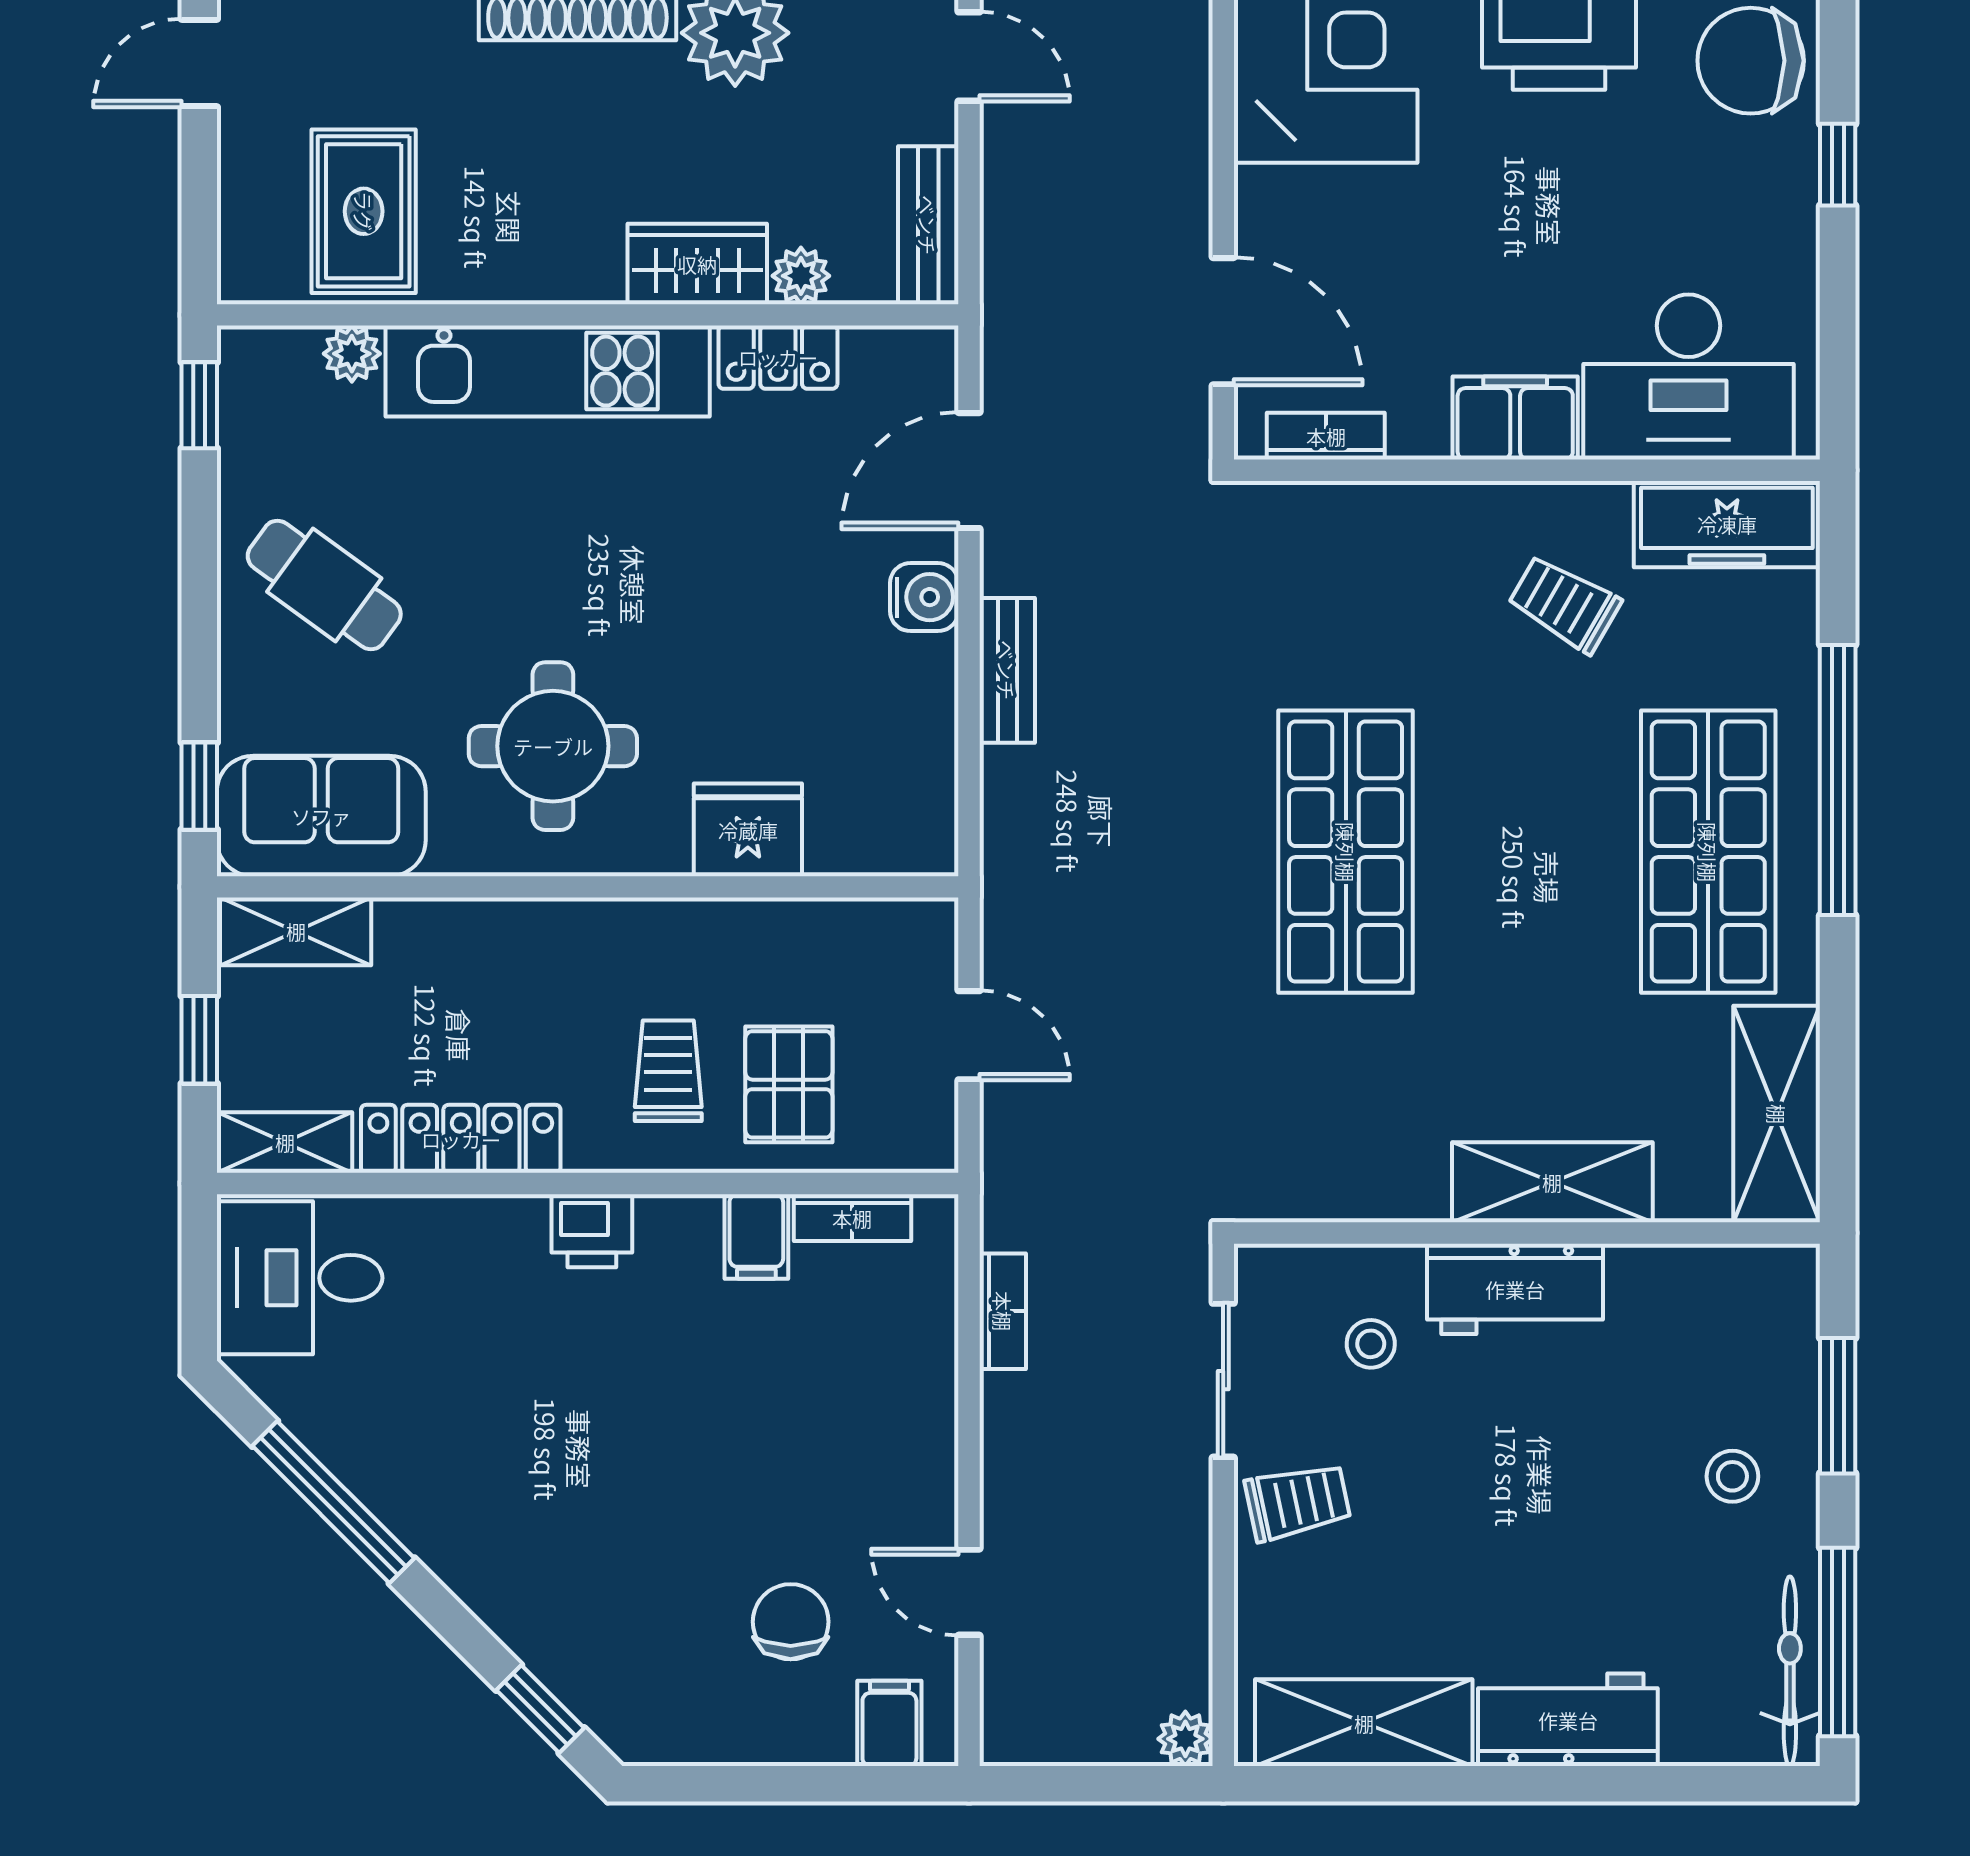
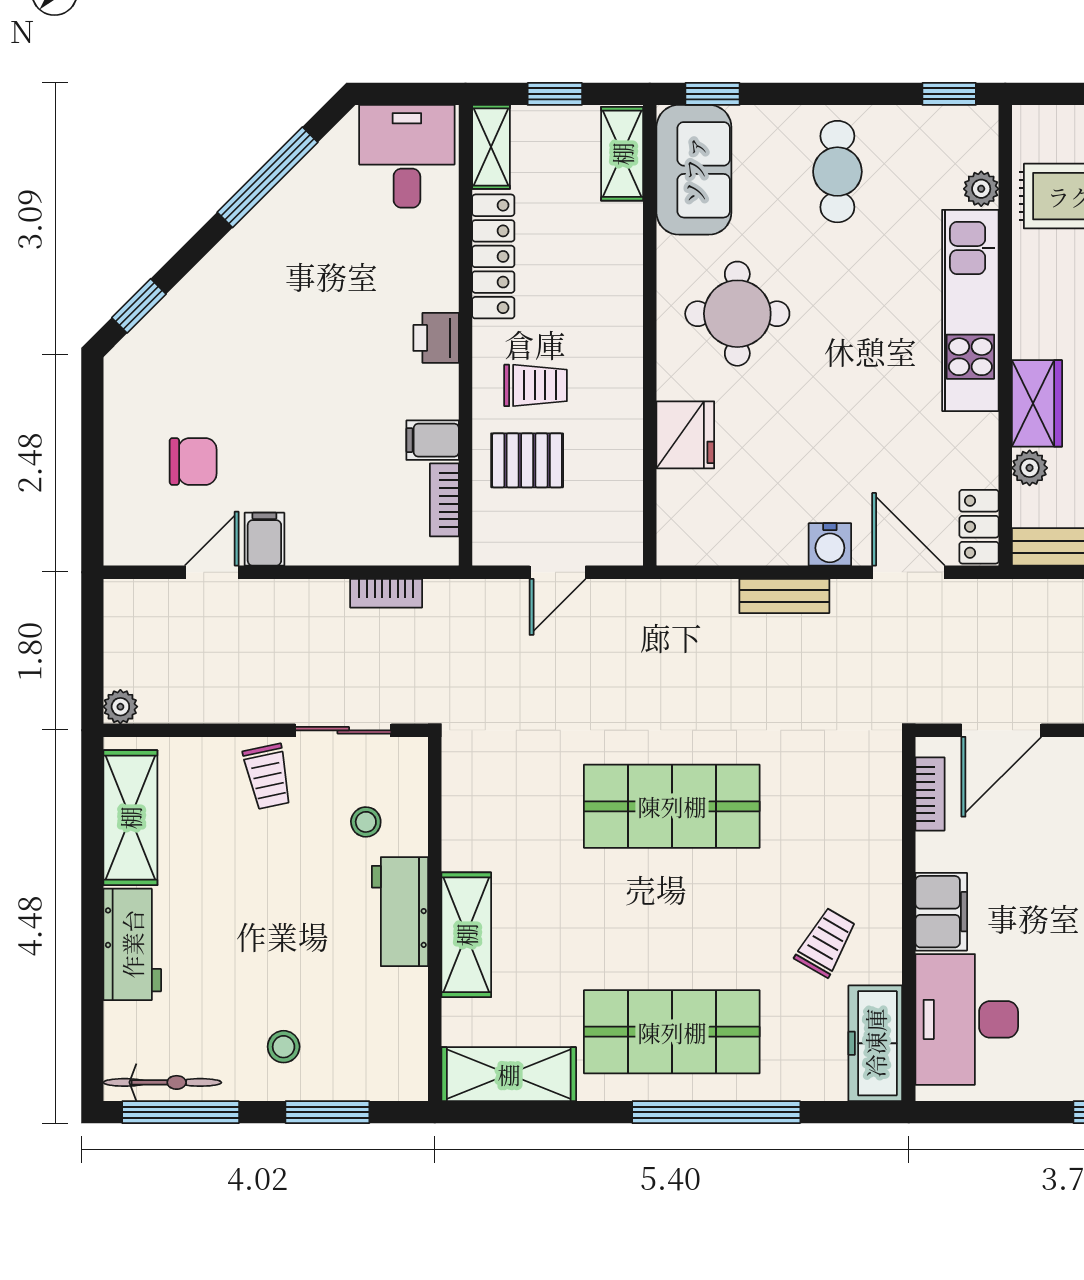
locker: (778, 357) -> (979, 527), moved
cafe table: (324, 585) -> (837, 172), turned -36
filing cabinet: (889, 1723) -> (264, 539), moved, turned -90

